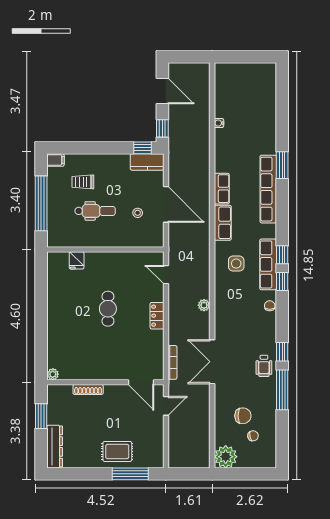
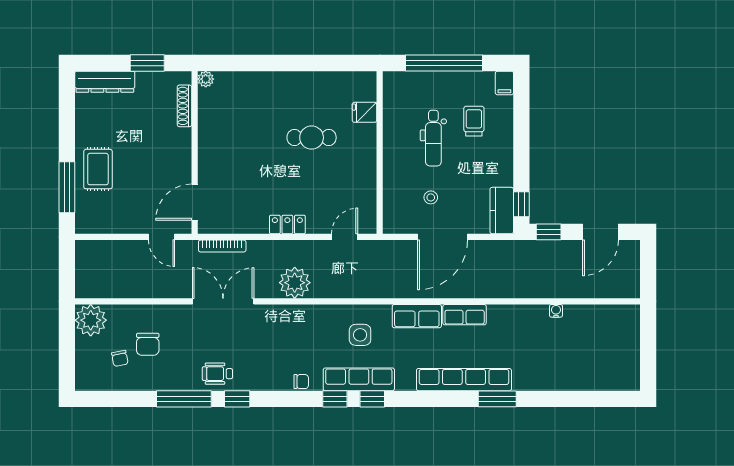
plant: (204, 305) -> (295, 283), width x1.87, depth x1.87
cafe table: (108, 309) -> (312, 138), moved
shoe rack: (88, 389) -> (184, 106), moved

